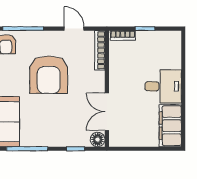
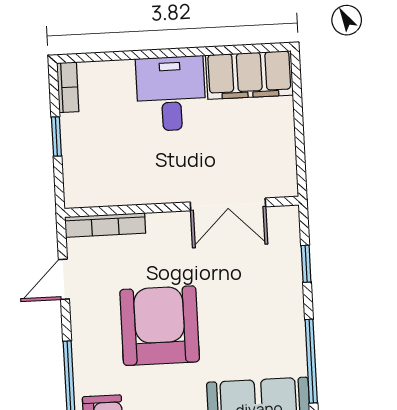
bookcase: (123, 35) -> (68, 87), moved
armchair: (49, 75) -> (160, 326), turned -90
floor lamp: (98, 139) -> (285, 220), removed

